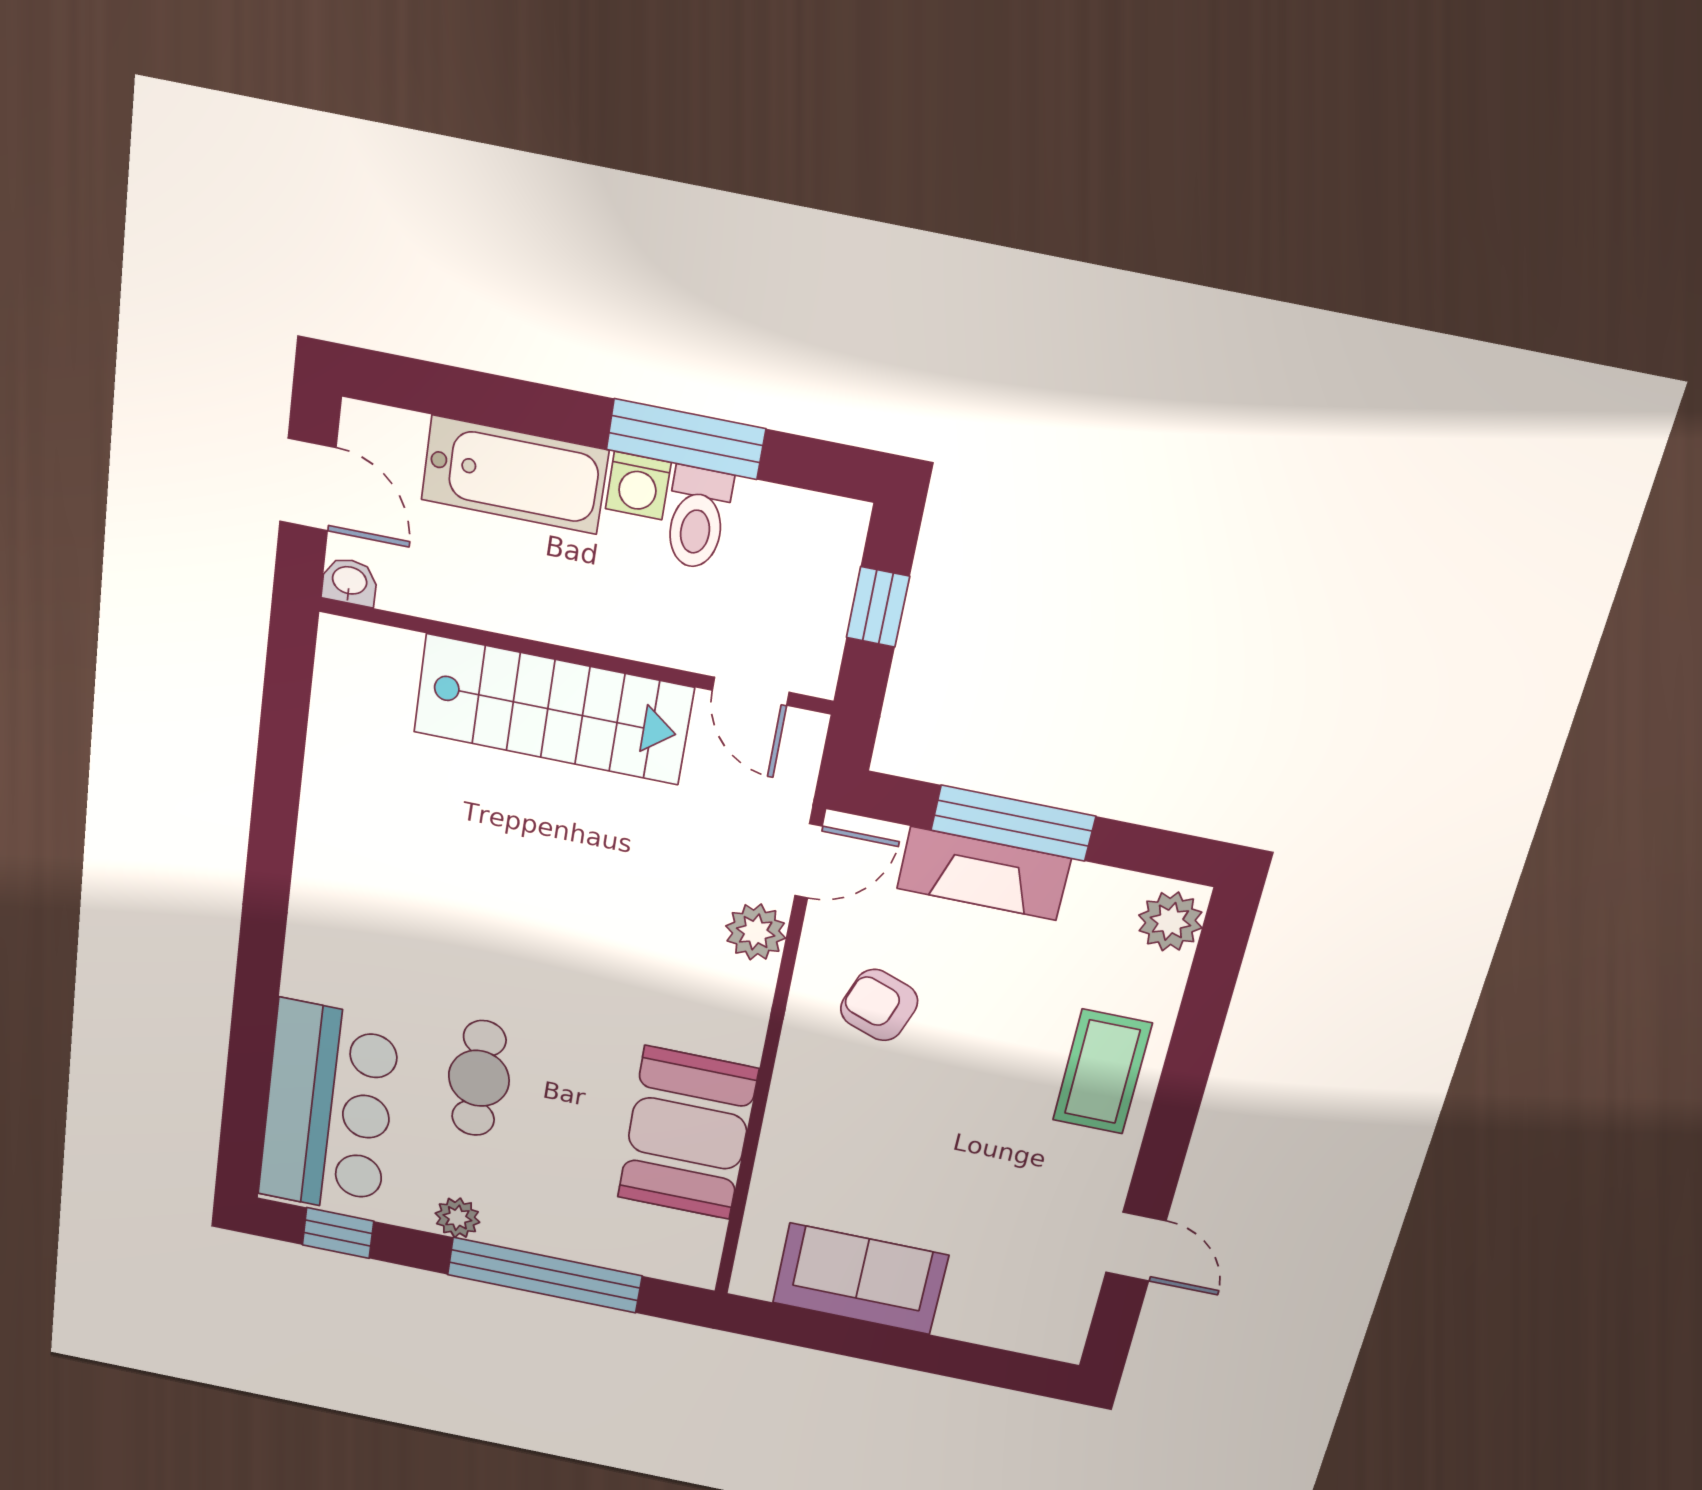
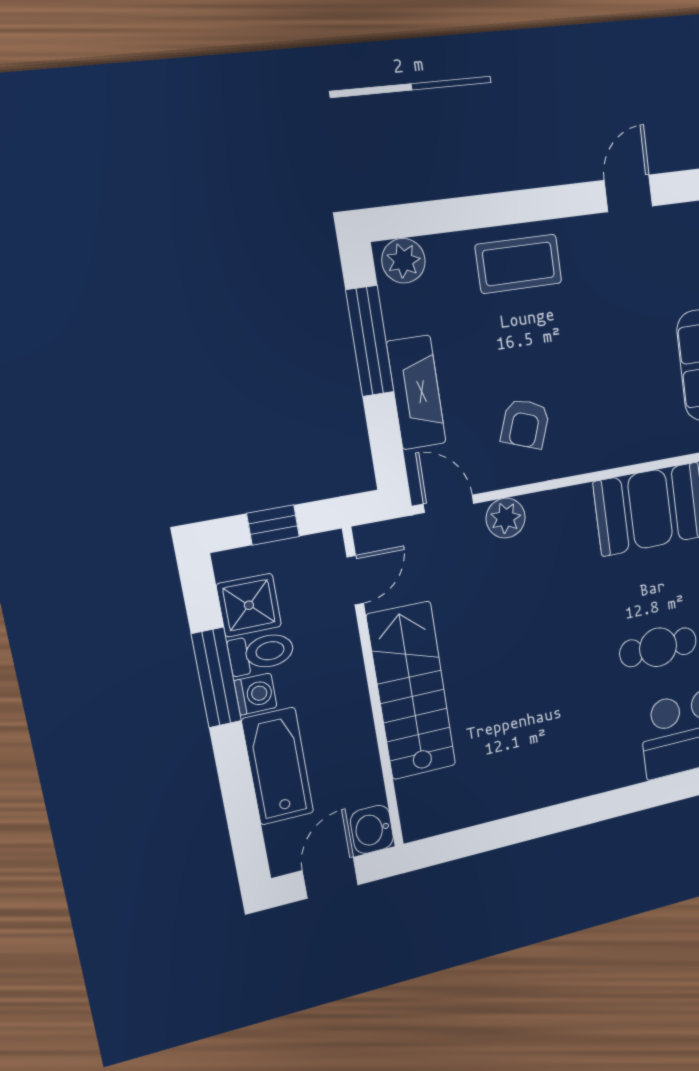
shower: (775, 528) -> (249, 605), added
washbasin: (349, 582) -> (372, 829), width x1.38, depth x1.45
window: (1013, 823) -> (370, 341), moved

